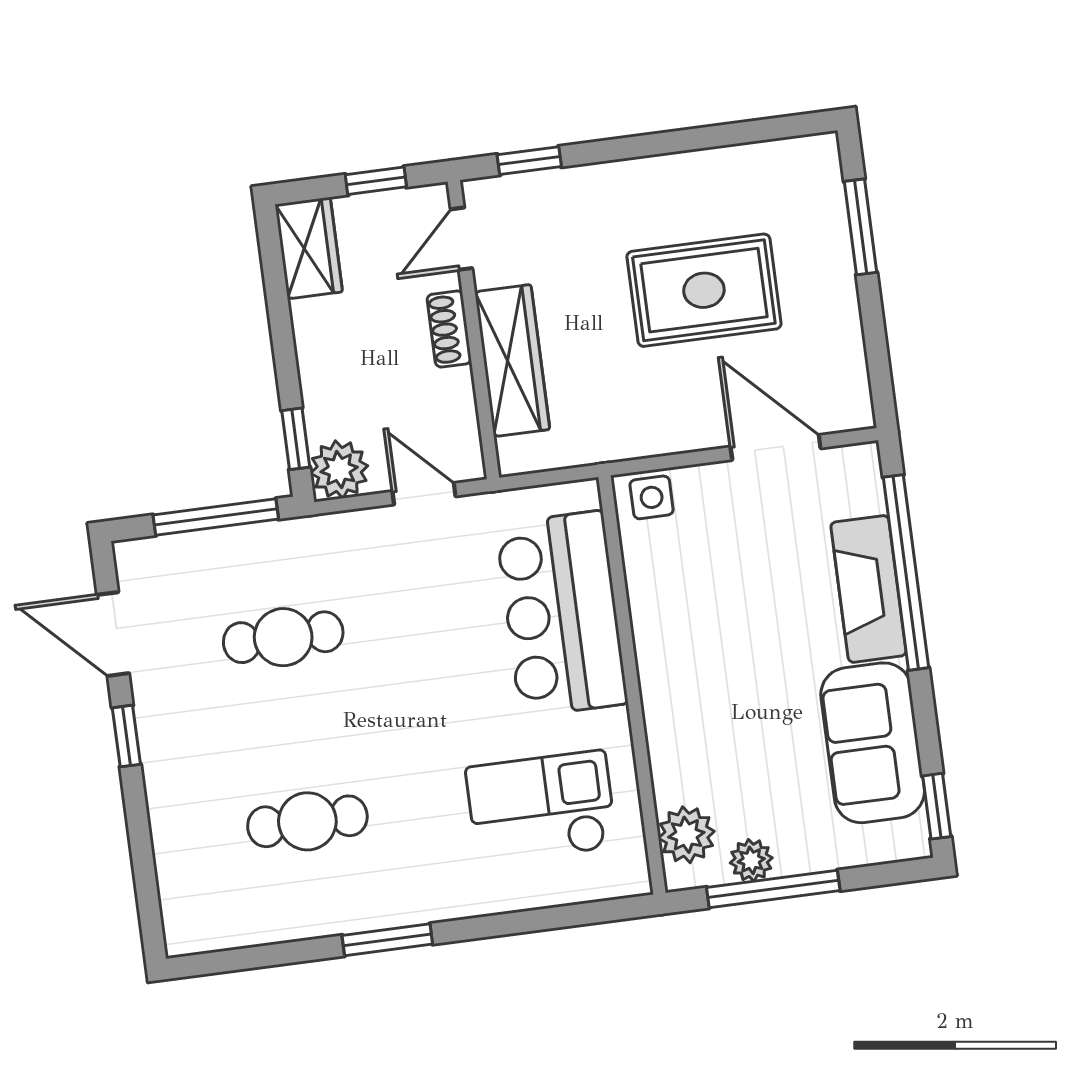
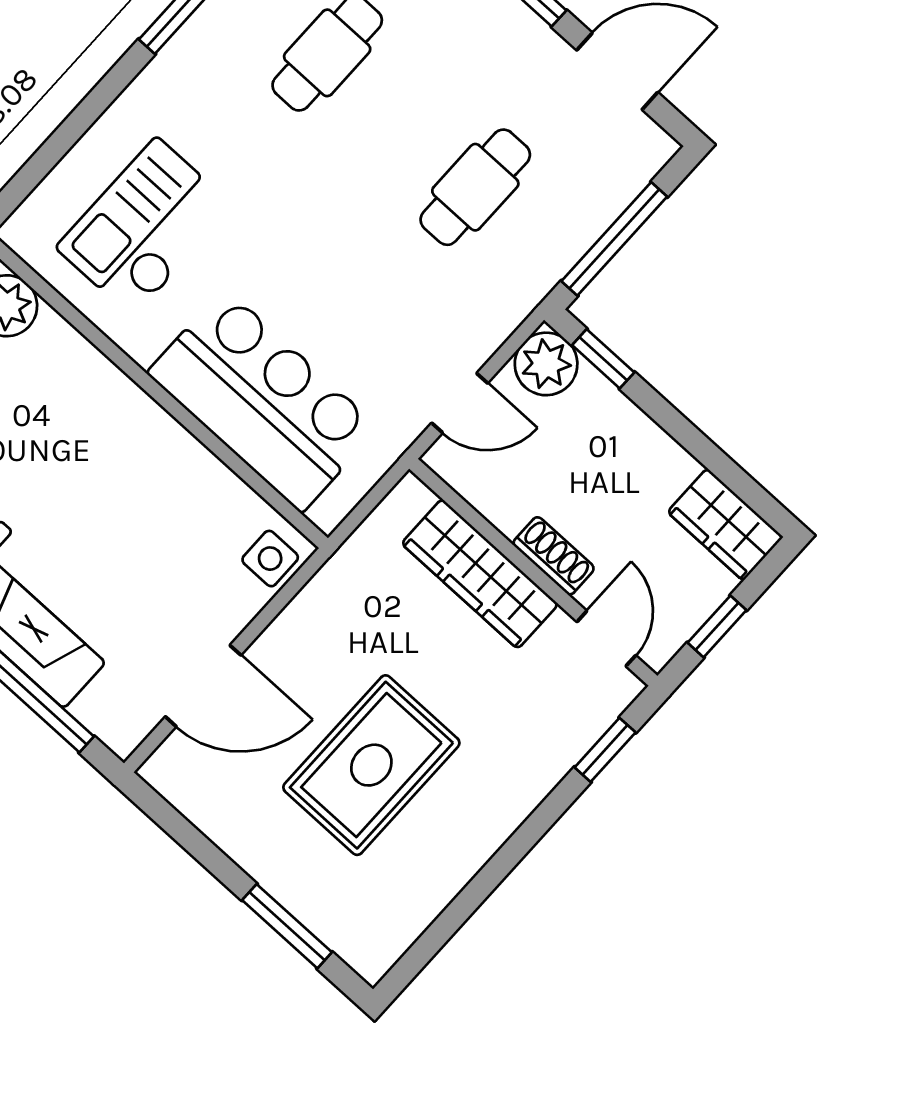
checkout: (541, 807) -> (145, 227), turned 180

